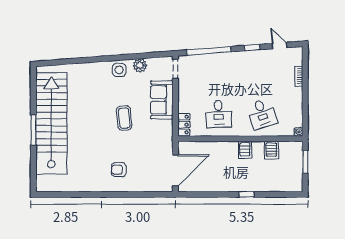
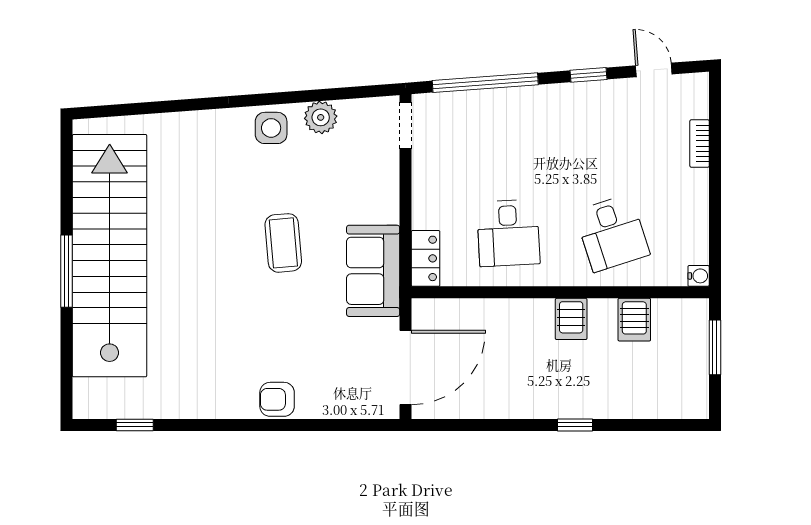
sofa: (162, 100) -> (373, 271), moved
armchair: (119, 170) -> (277, 399), moved
window: (62, 194) -> (135, 425), added

